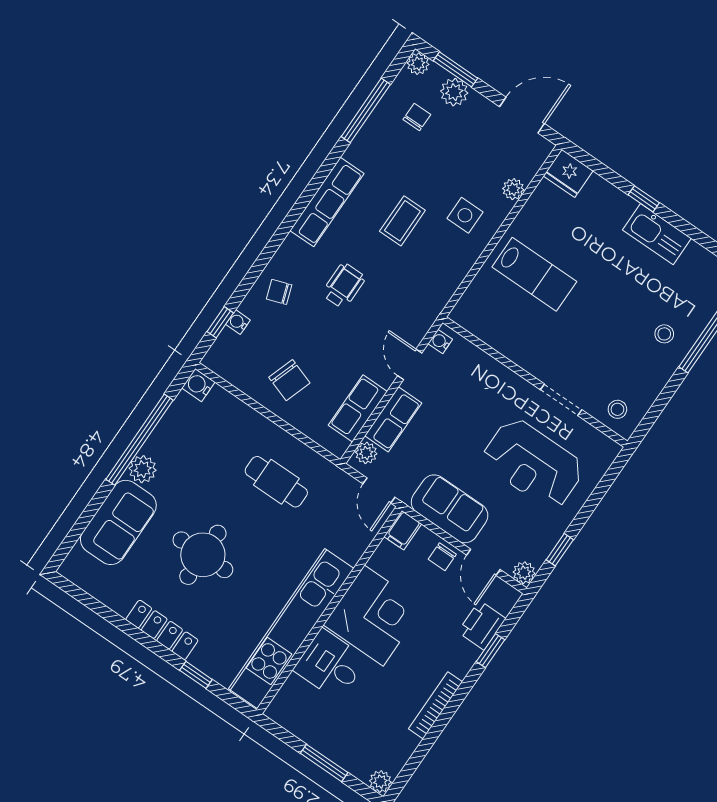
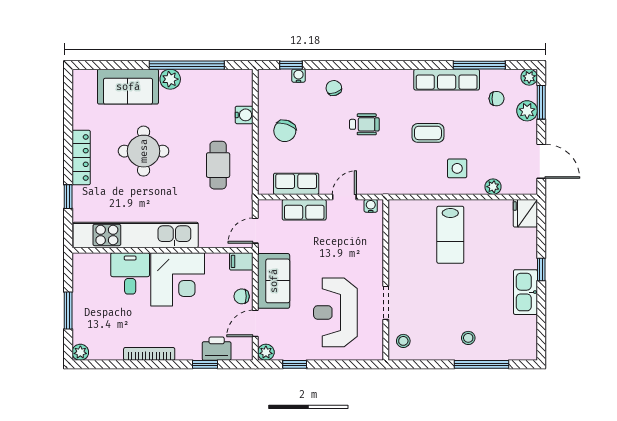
row of seats: (327, 202) -> (447, 80), moved
water cooler: (198, 385) -> (244, 115), moved, turned 90
plant: (366, 453) -> (273, 207), removed

